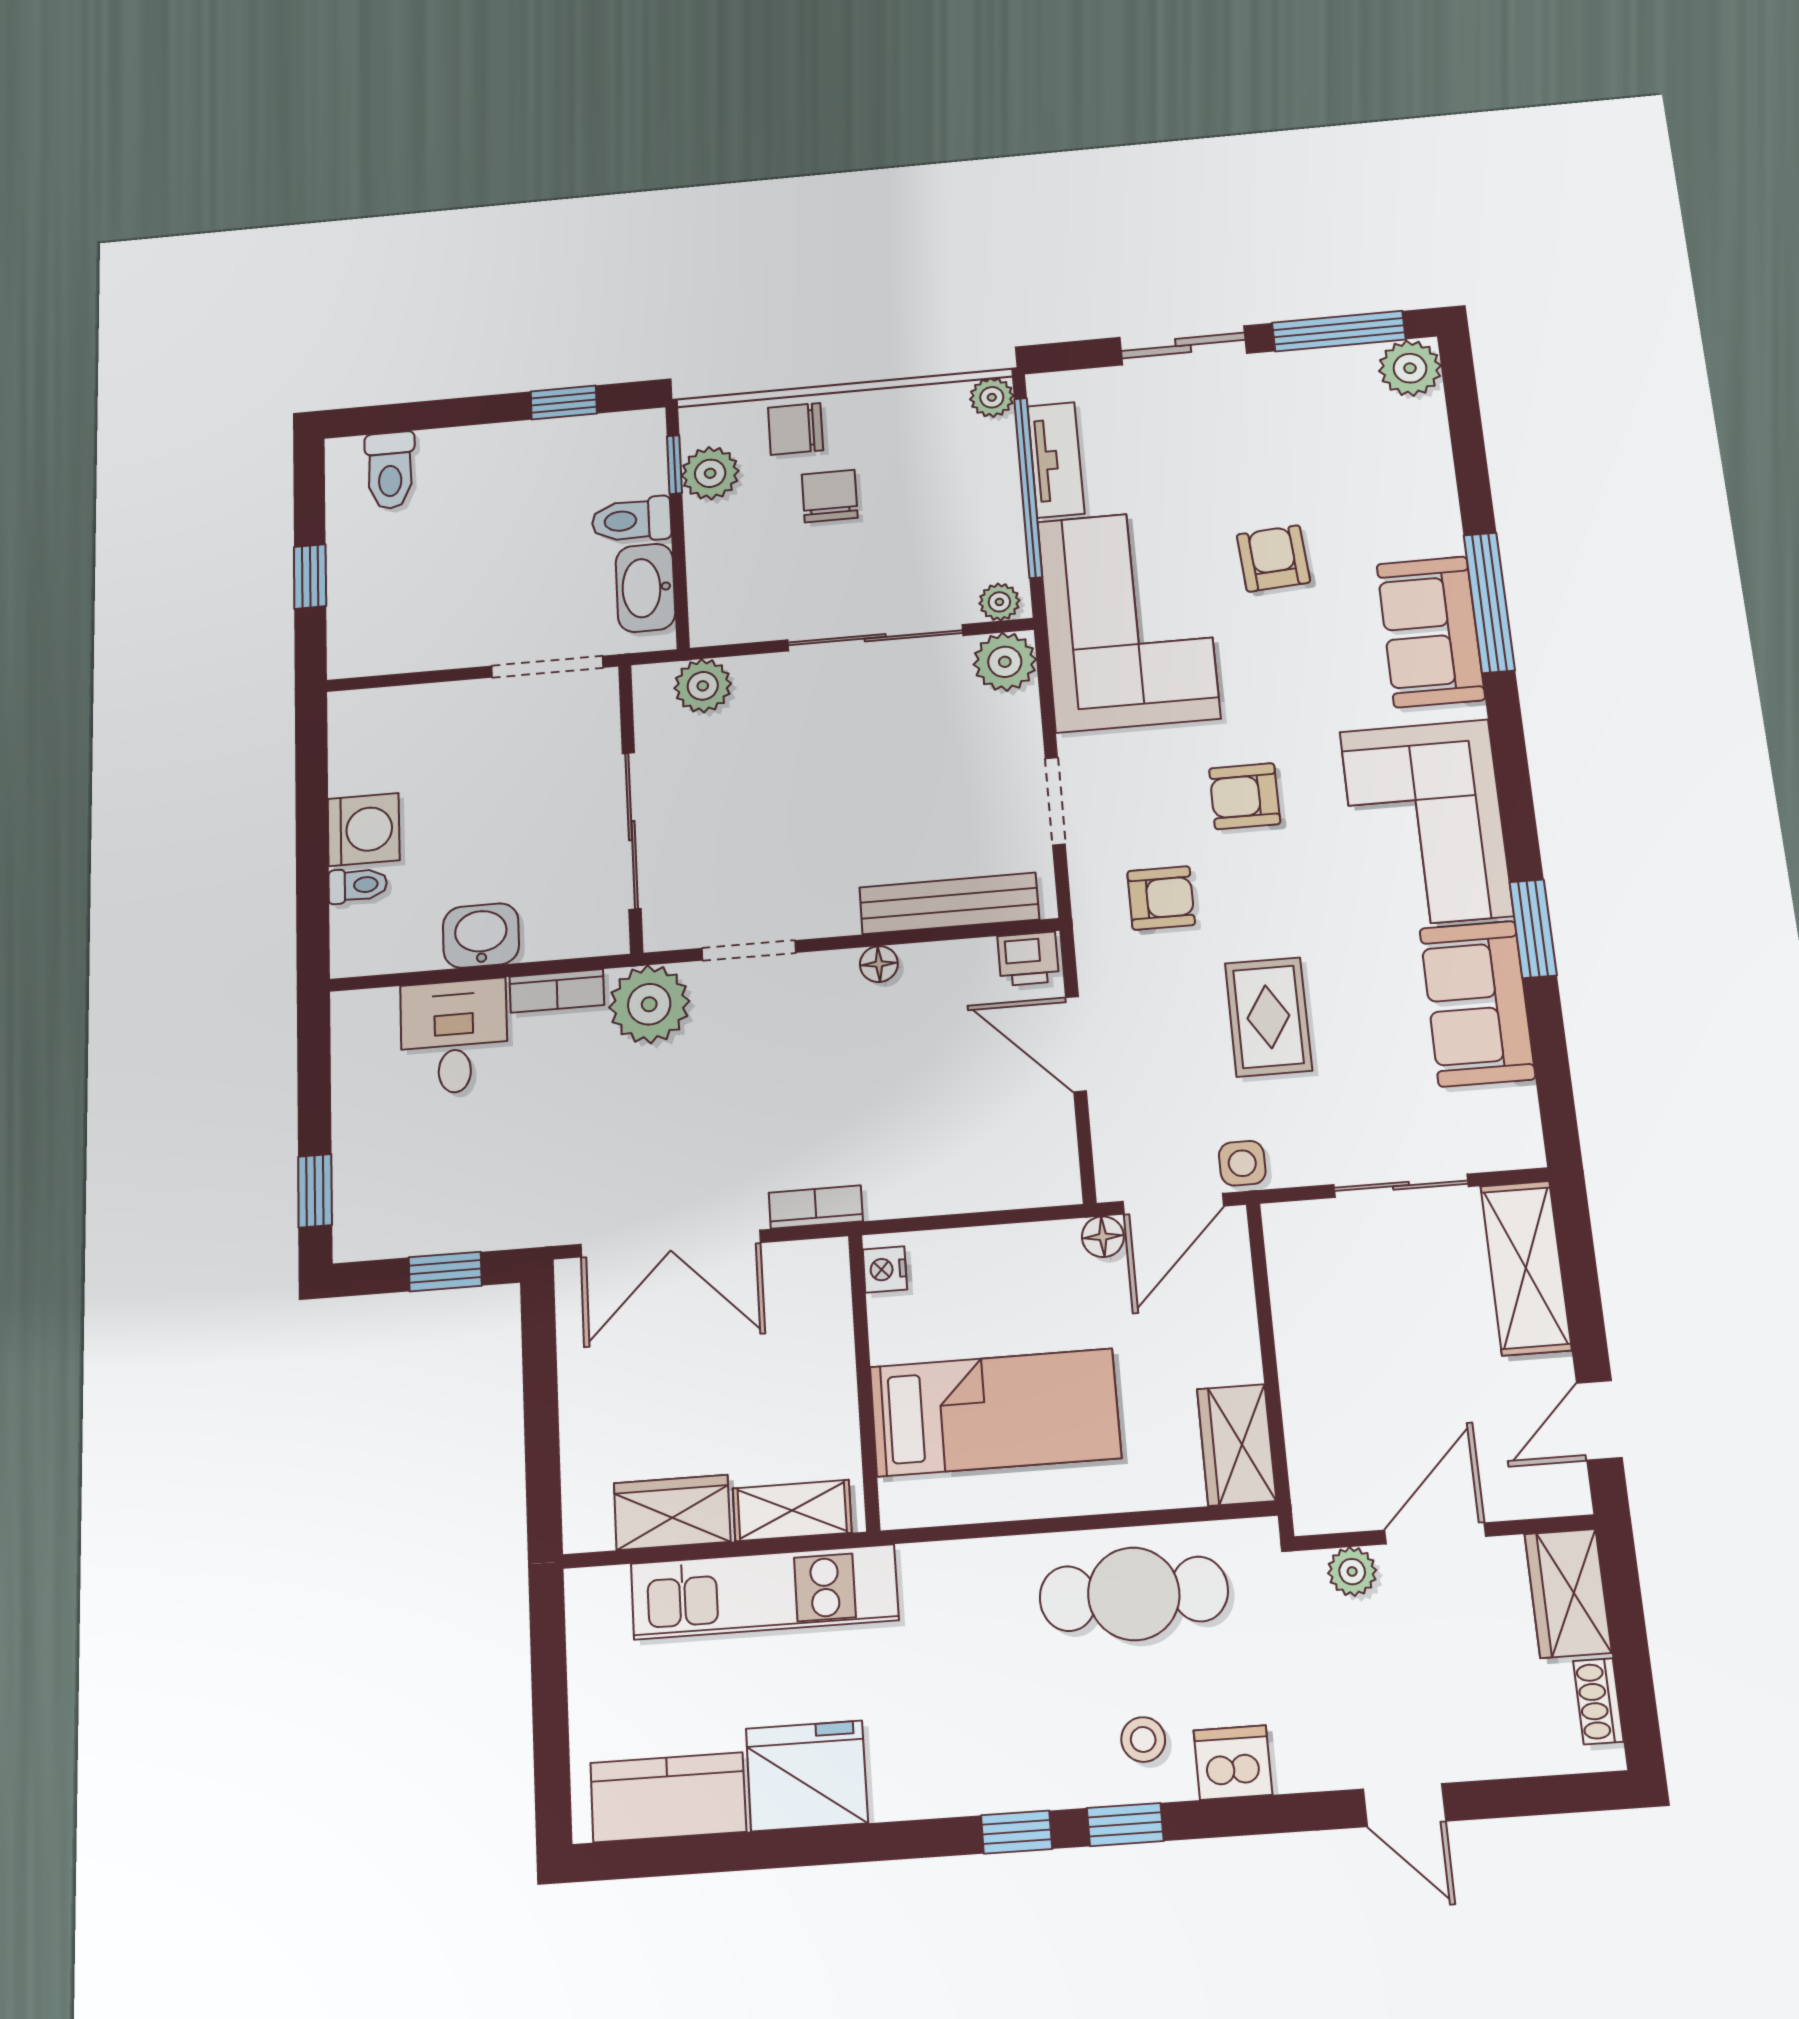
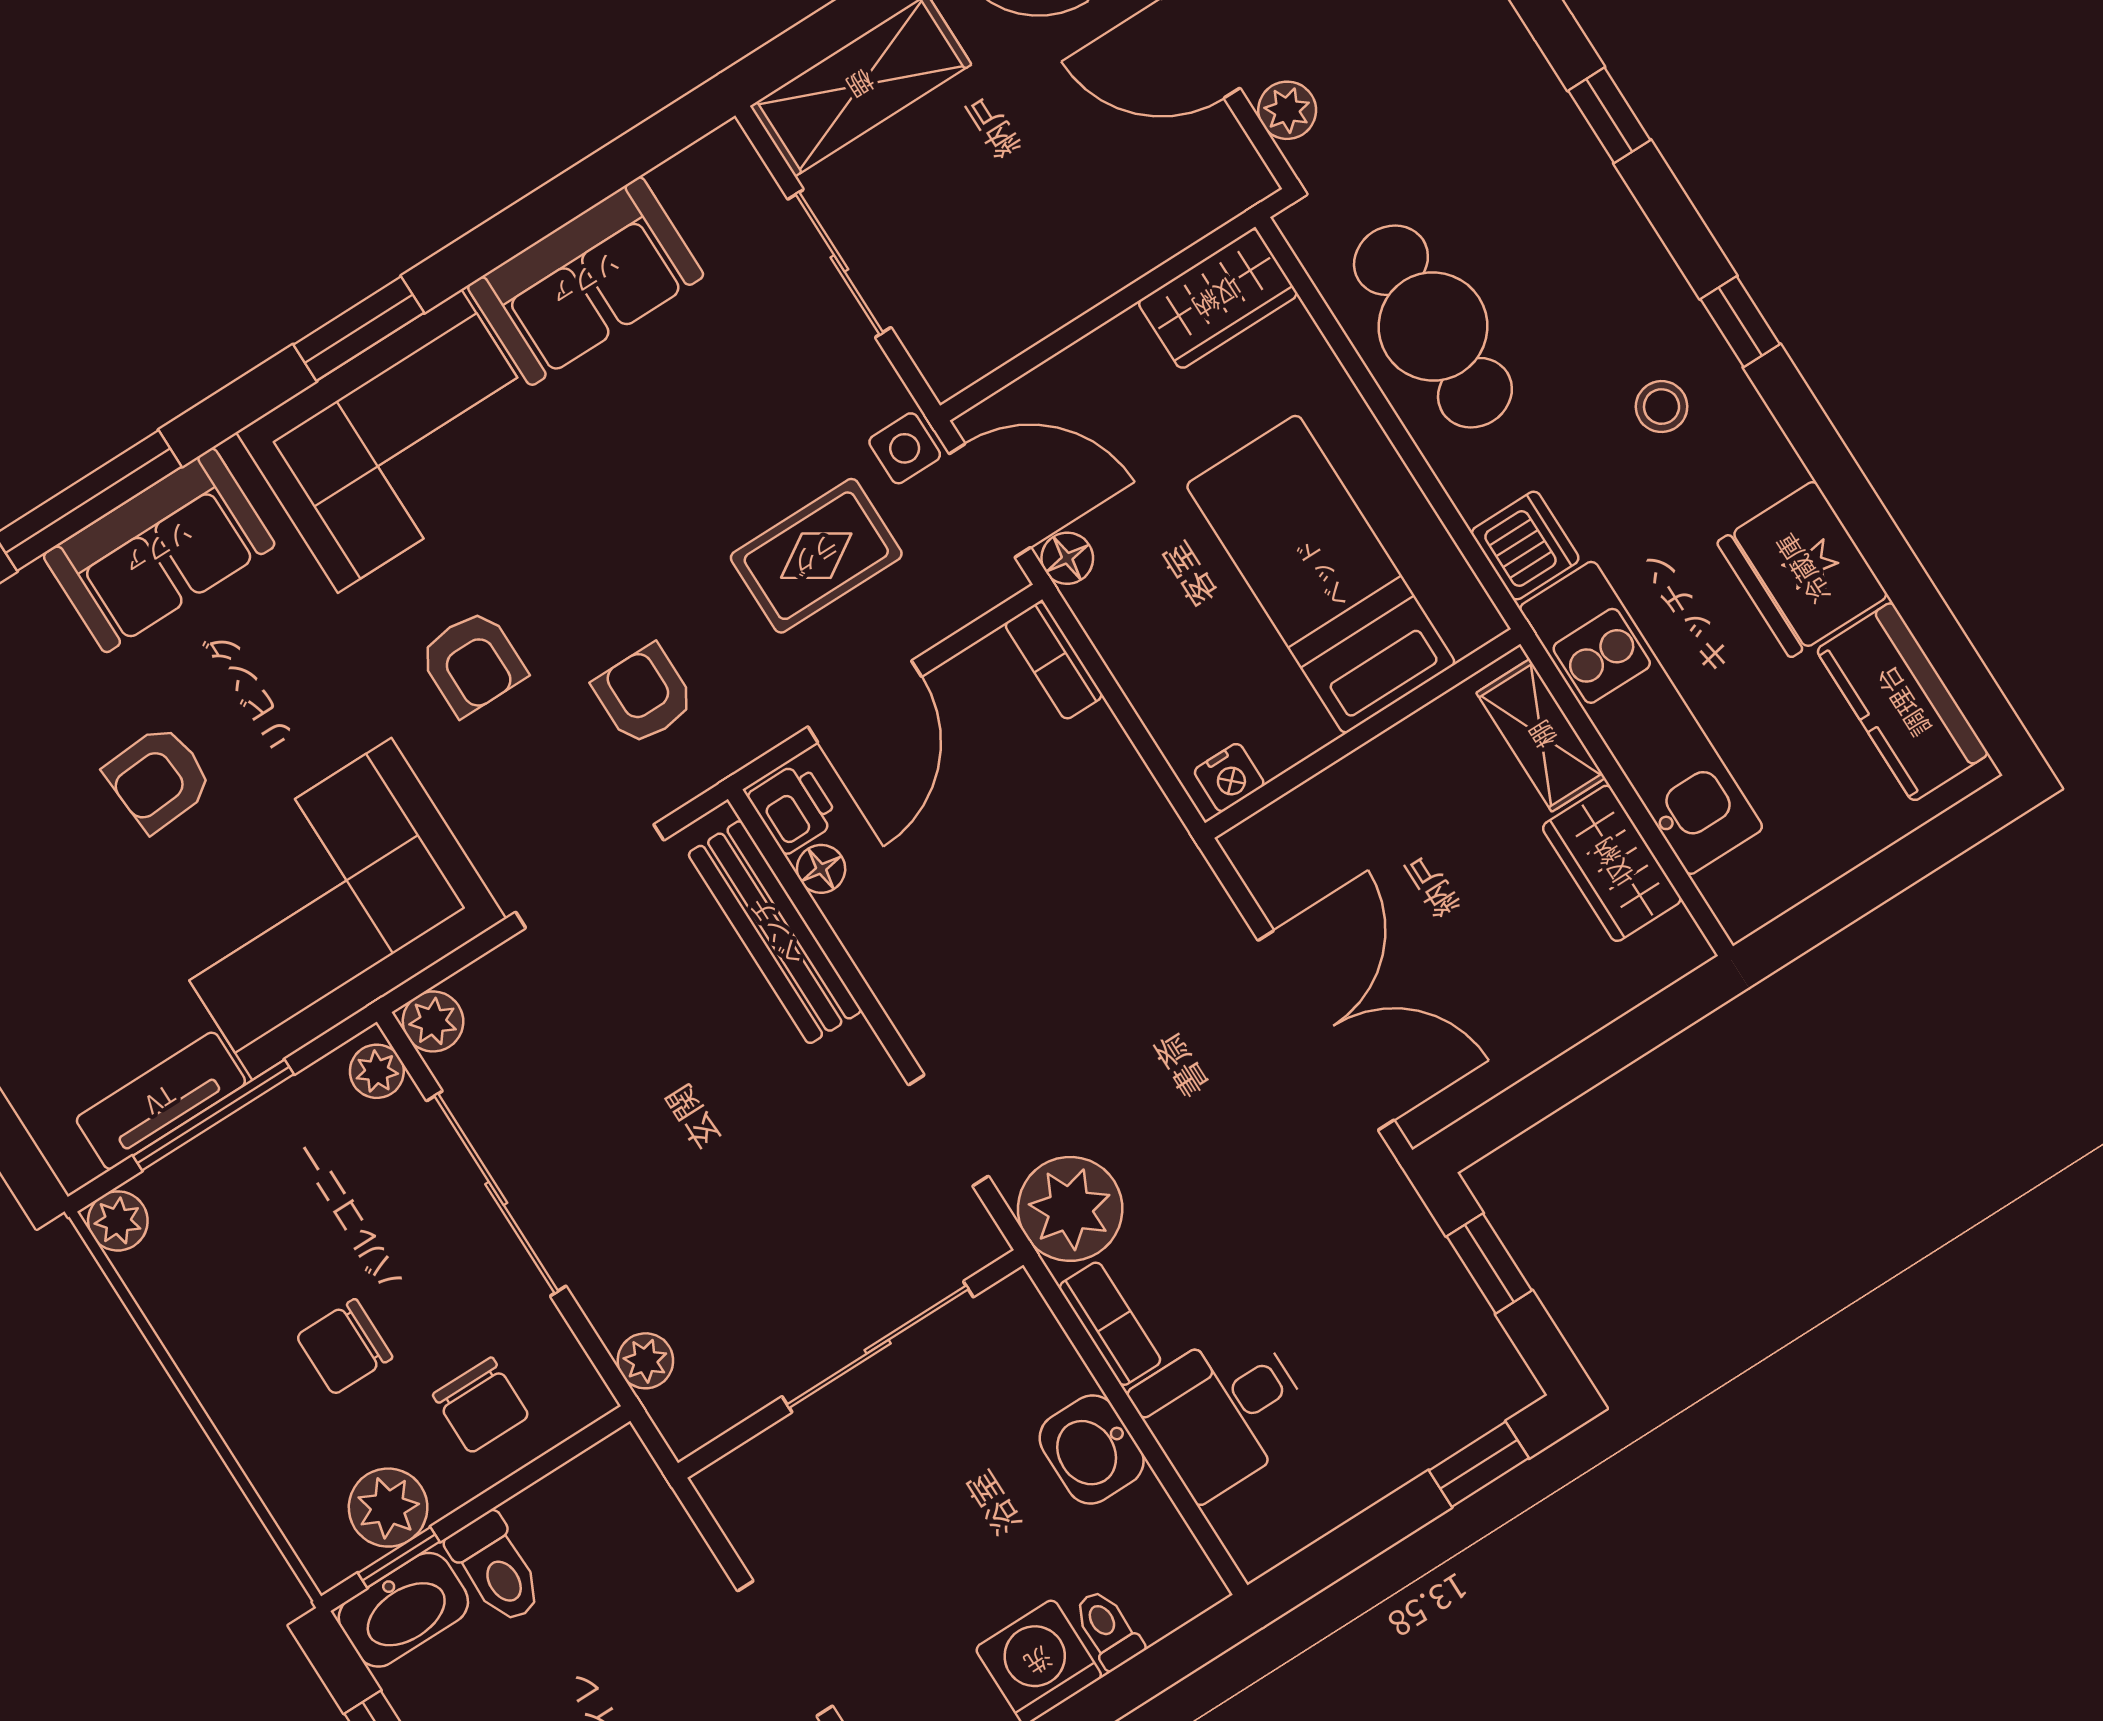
chair: (796, 429) -> (481, 1405), moved
window: (1028, 487) -> (213, 1115), width x0.68
washbasin: (645, 588) -> (403, 1610), moved
plant: (1005, 662) -> (433, 1021), width x0.73, depth x0.73
doorway: (547, 667) -> (785, 1648), moved
plant: (703, 686) -> (645, 1361), width x0.73, depth x0.73
doorway: (1055, 801) -> (590, 876), width x1.38
window: (1533, 929) -> (359, 329), moved
floor lamp: (879, 964) -> (821, 869), moved
rug: (1268, 1017) -> (816, 556), moved
bookcase: (816, 1207) -> (1054, 660), moved
stool: (1143, 1739) -> (1662, 407), moved
dishwasher: (1233, 1762) -> (1525, 546), moved, turned 180
window: (1125, 1825) -> (1609, 115), moved

